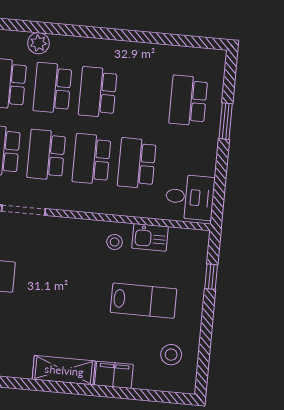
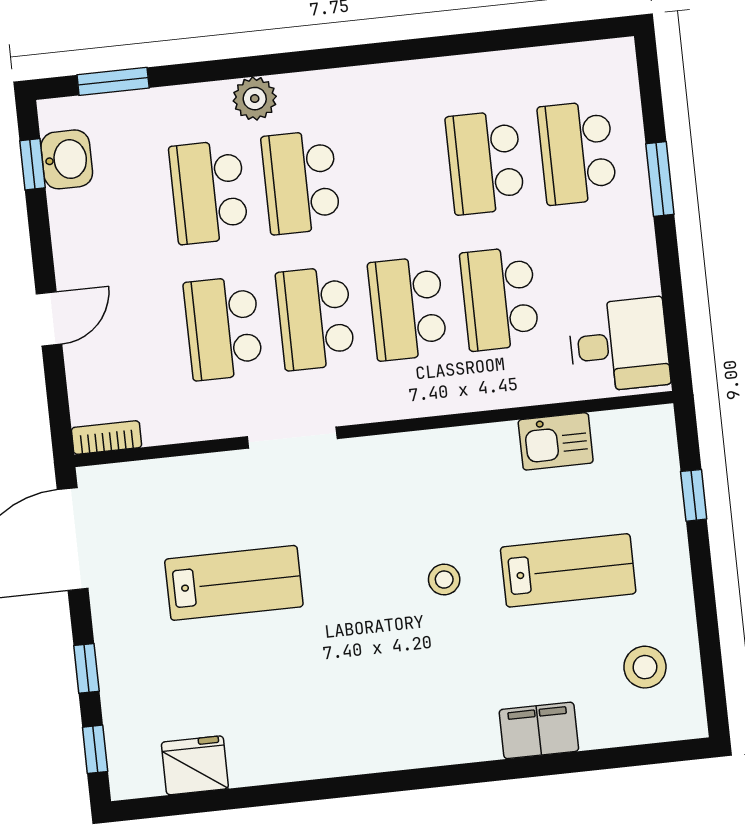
school desk: (98, 92) -> (485, 163), moved
stool: (115, 242) -> (444, 580), moved
shelving: (64, 370) -> (437, 741), removed

